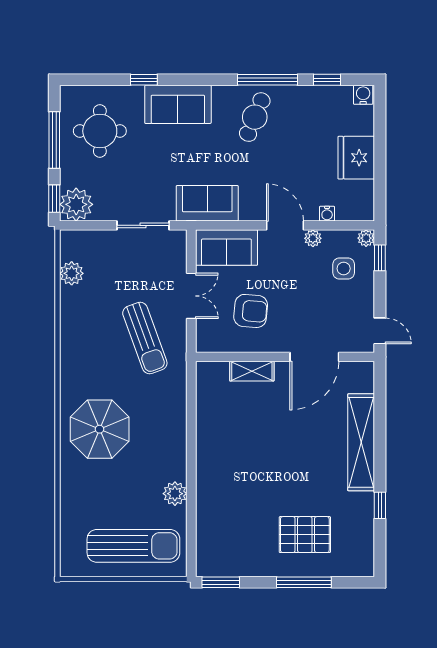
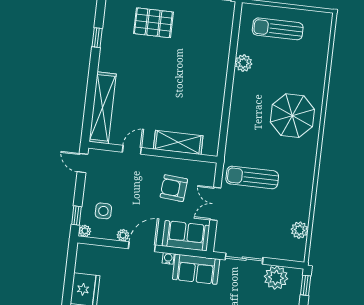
plant: (76, 204) -> (276, 278), moved
water cooler: (327, 214) -> (168, 258), moved
door: (285, 225) -> (142, 247), swing flipped
sun lounger: (145, 338) -> (252, 177), turned -70
door: (314, 357) -> (132, 150), width x0.53
shelving: (252, 371) -> (178, 142), width x1.50, depth x1.33
shelving: (361, 442) -> (103, 108), moved
sun lounger: (133, 546) -> (278, 29), width x0.73, depth x0.75

